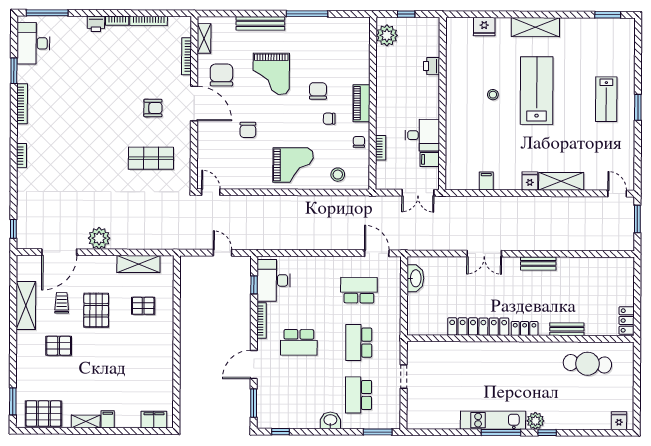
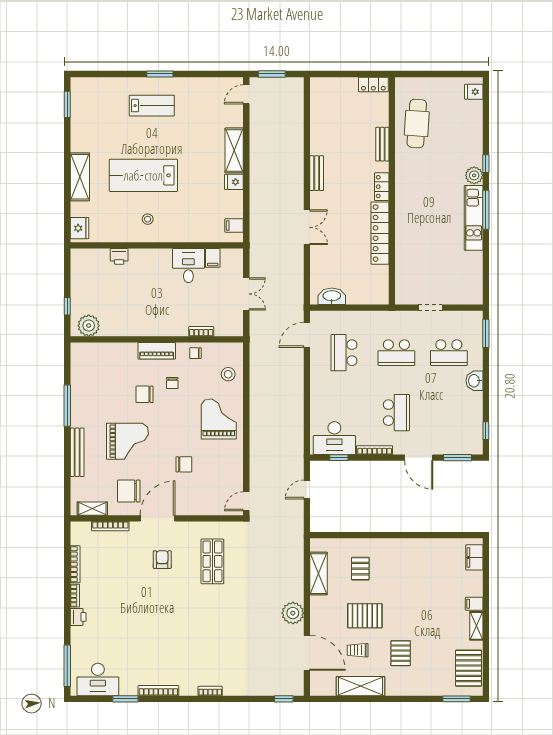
printer: (432, 66) -> (119, 256), moved
wall: (442, 104) -> (157, 245), moved
desk: (422, 135) -> (188, 266), moved
filing cabinet: (430, 159) -> (213, 258), moved

